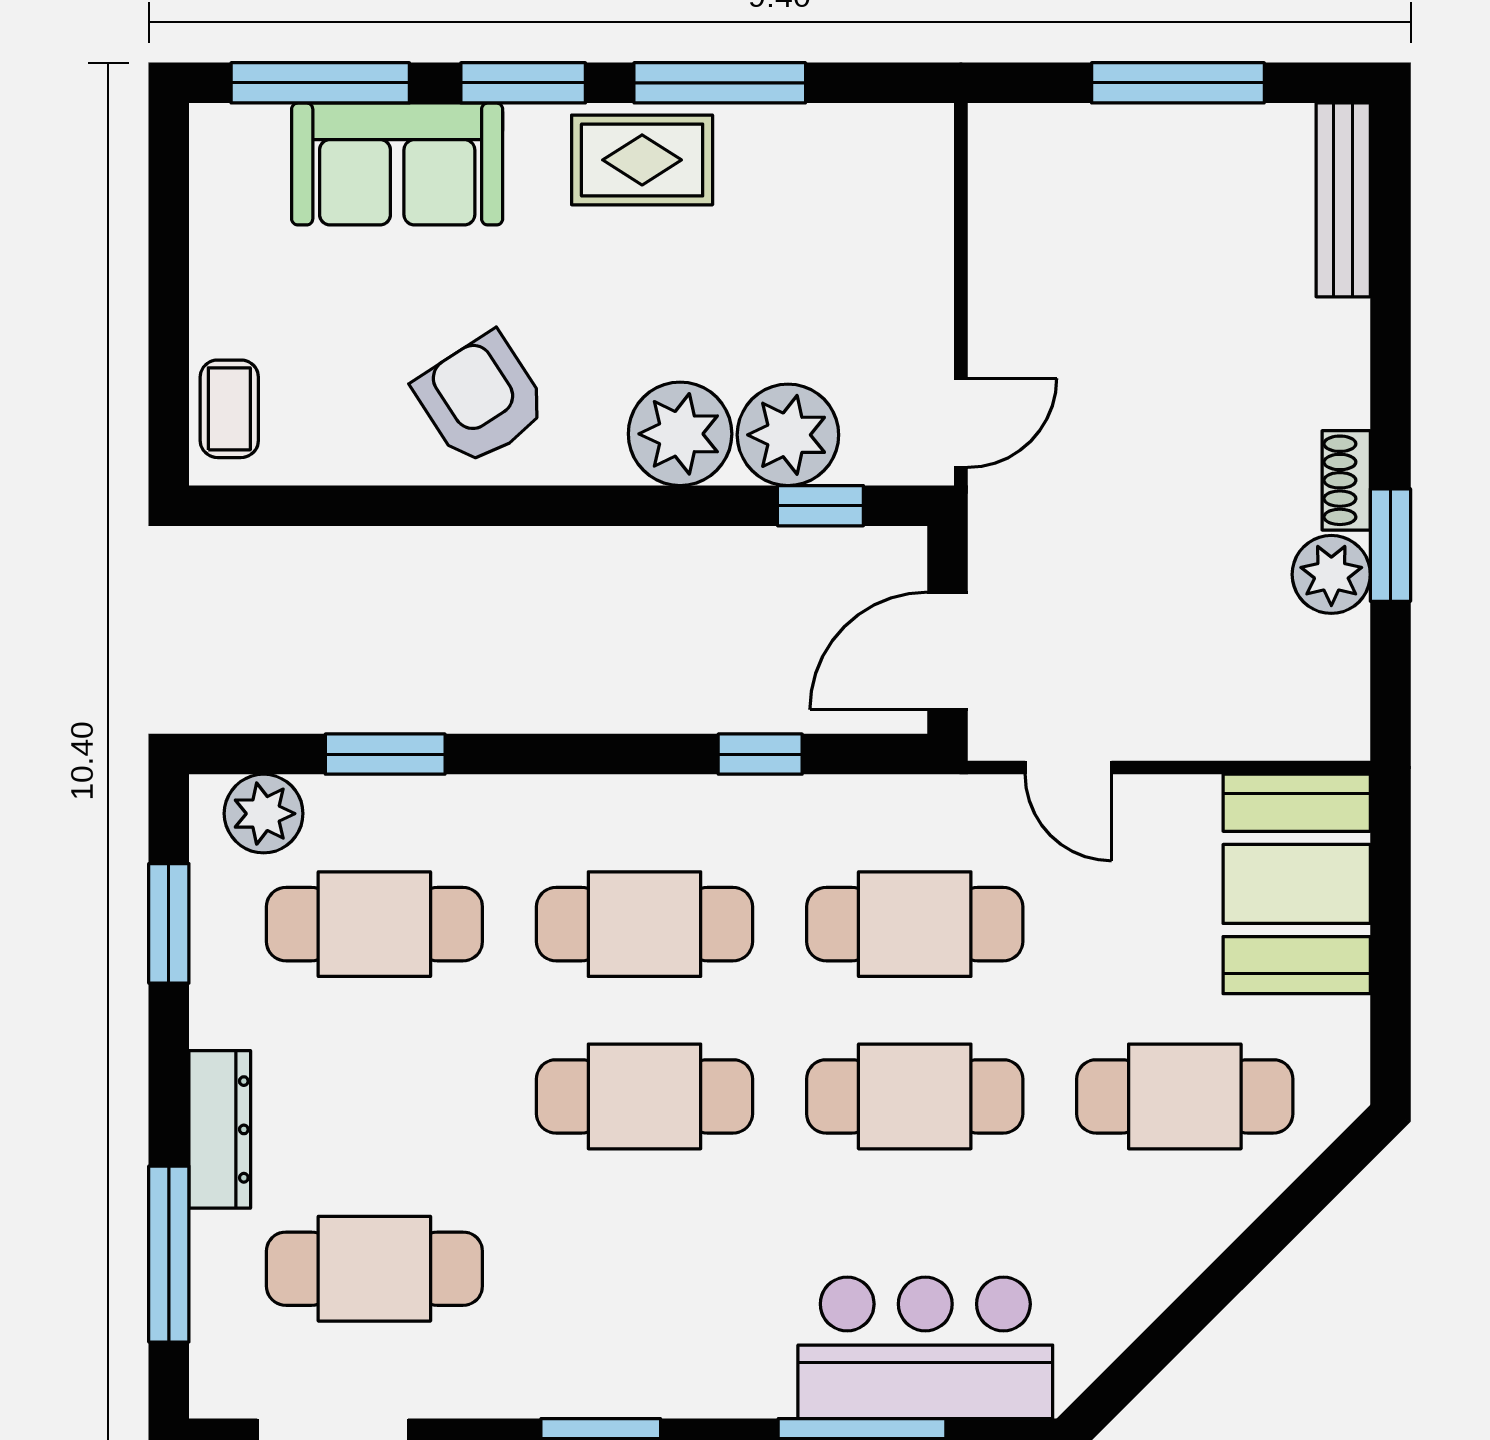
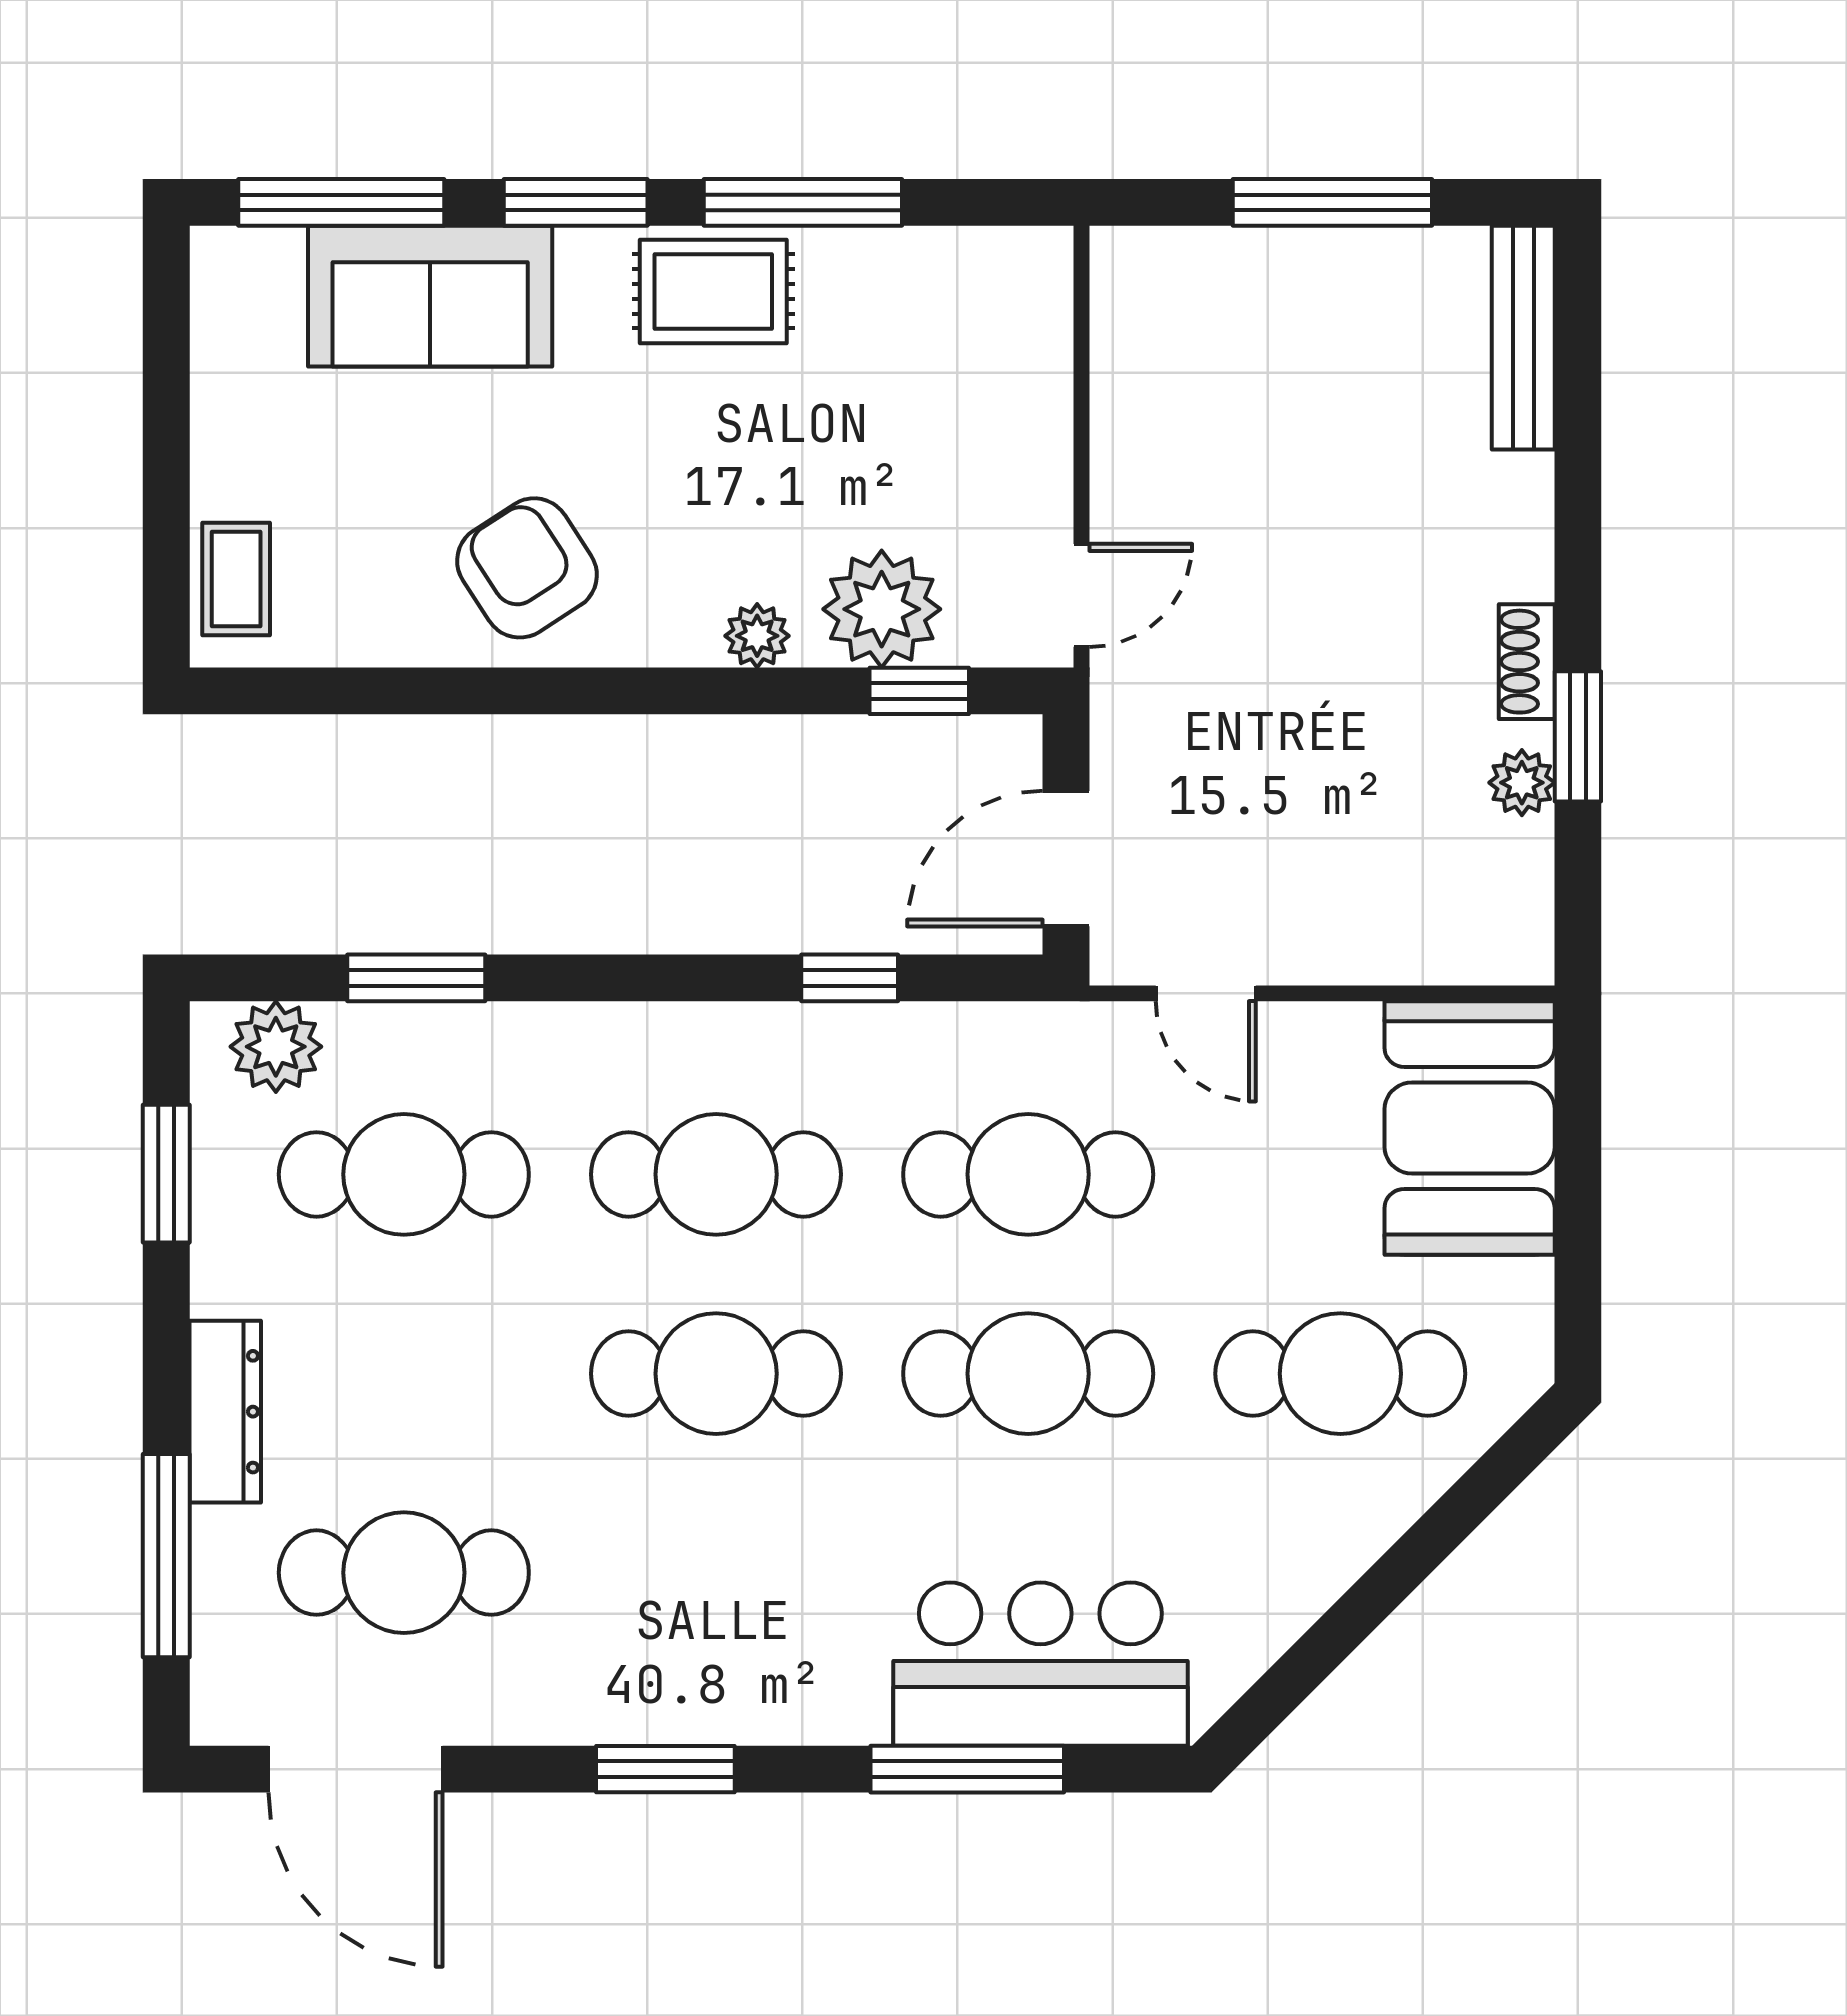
plant: (680, 434) -> (757, 636), width x0.53, depth x0.53
plant: (1331, 574) -> (1522, 783), width x0.73, depth x0.73

